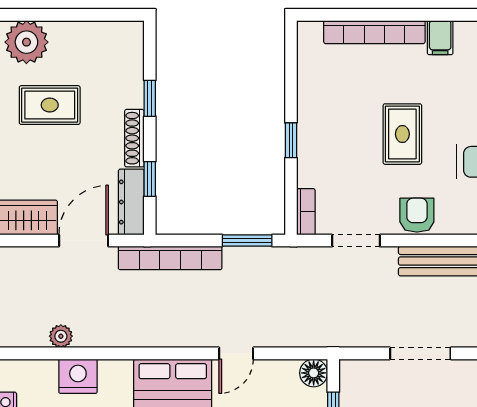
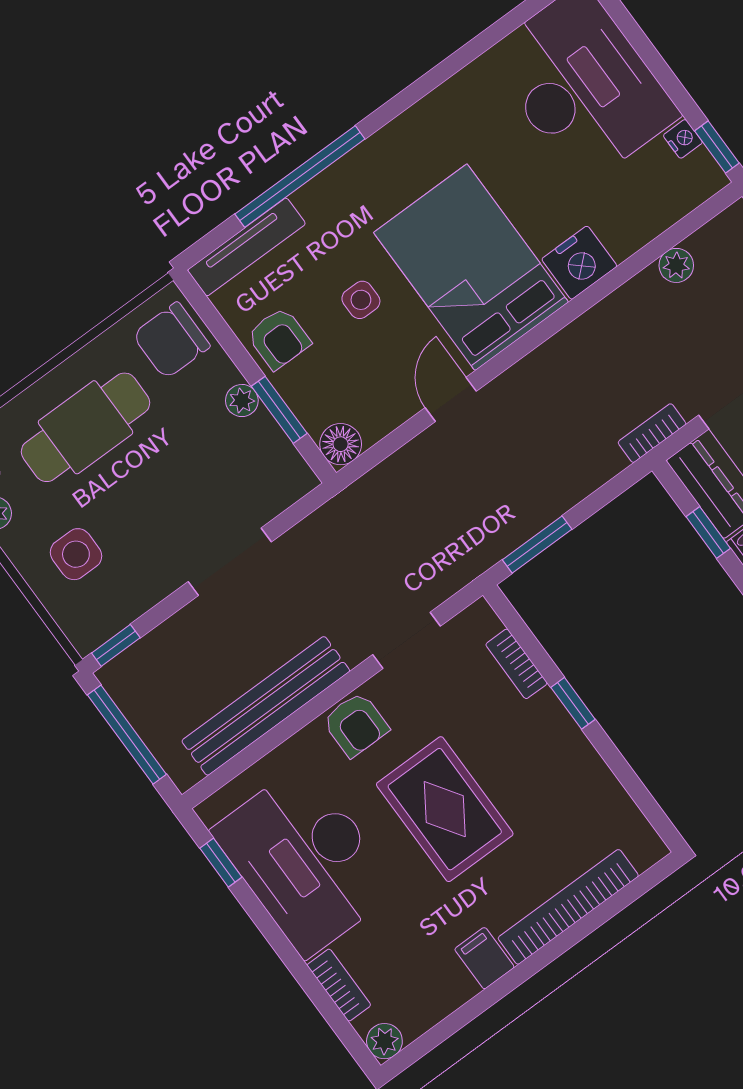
rug: (402, 134) -> (445, 809), width x1.36, depth x1.43
bookcase: (306, 212) -> (516, 664), moved
bookcase: (170, 258) -> (652, 433), width x0.43, depth x0.76
nightstand: (78, 376) -> (579, 263), moved

